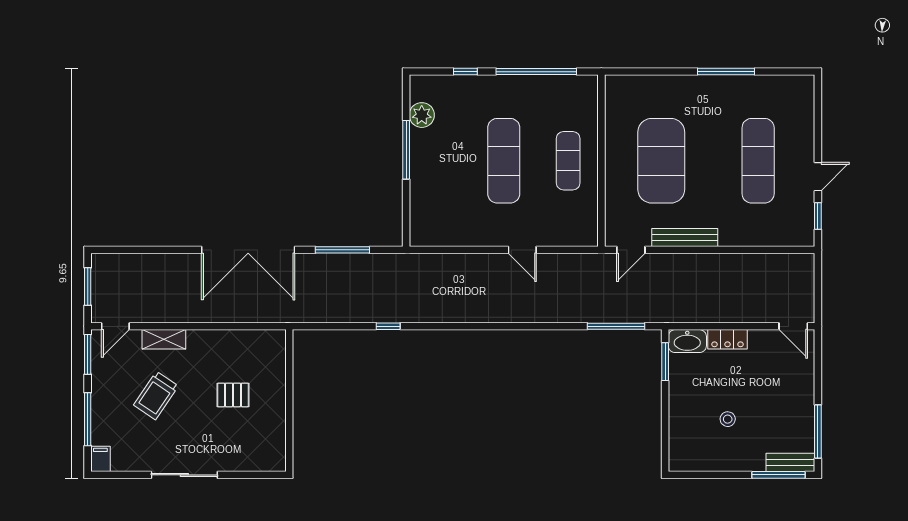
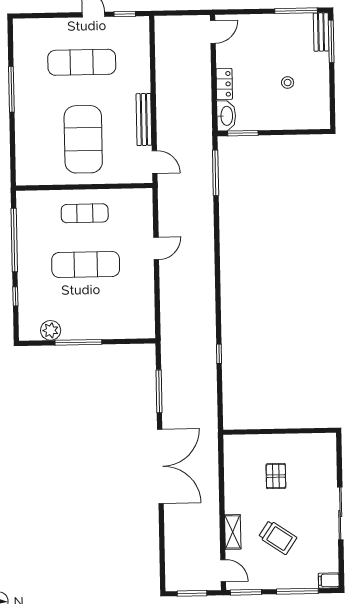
exercise mat: (661, 161) -> (83, 139), turned 90

